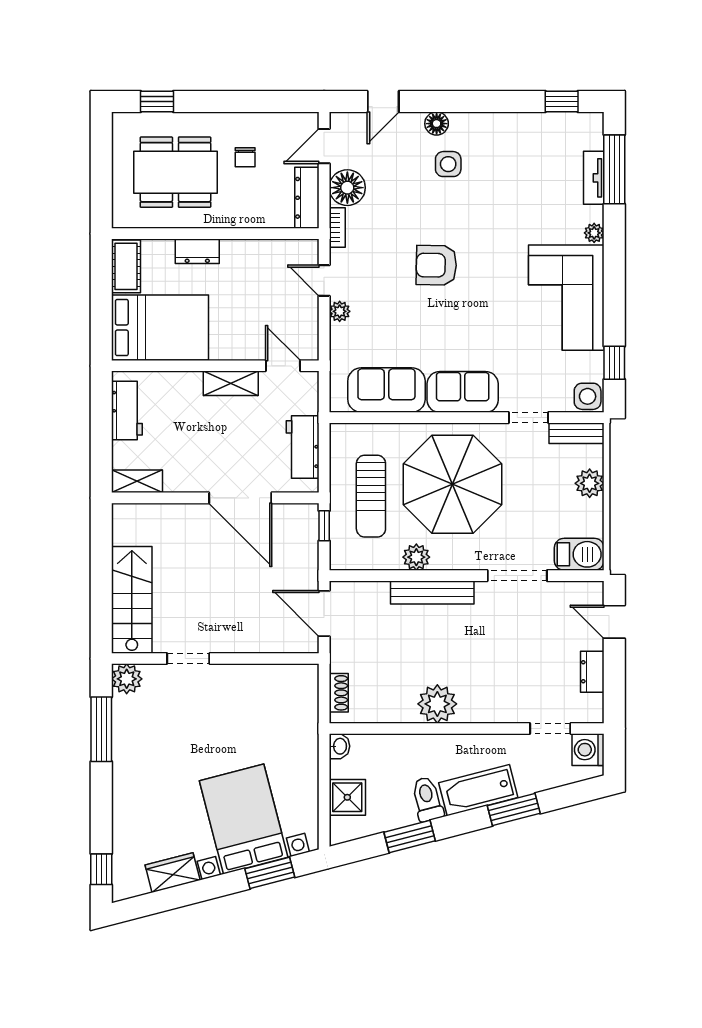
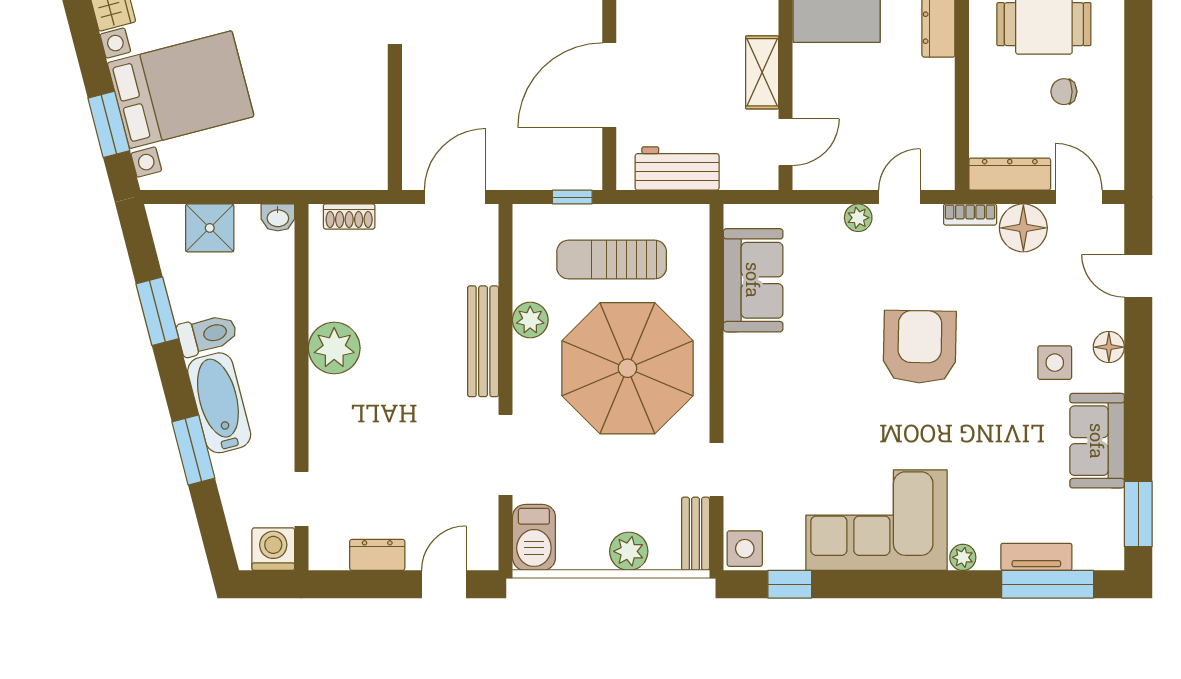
window: (562, 101) -> (1138, 514), width x1.50
armchair: (436, 265) -> (920, 347), width x1.36, depth x1.36
sofa: (463, 392) -> (1097, 441), moved, turned 180

